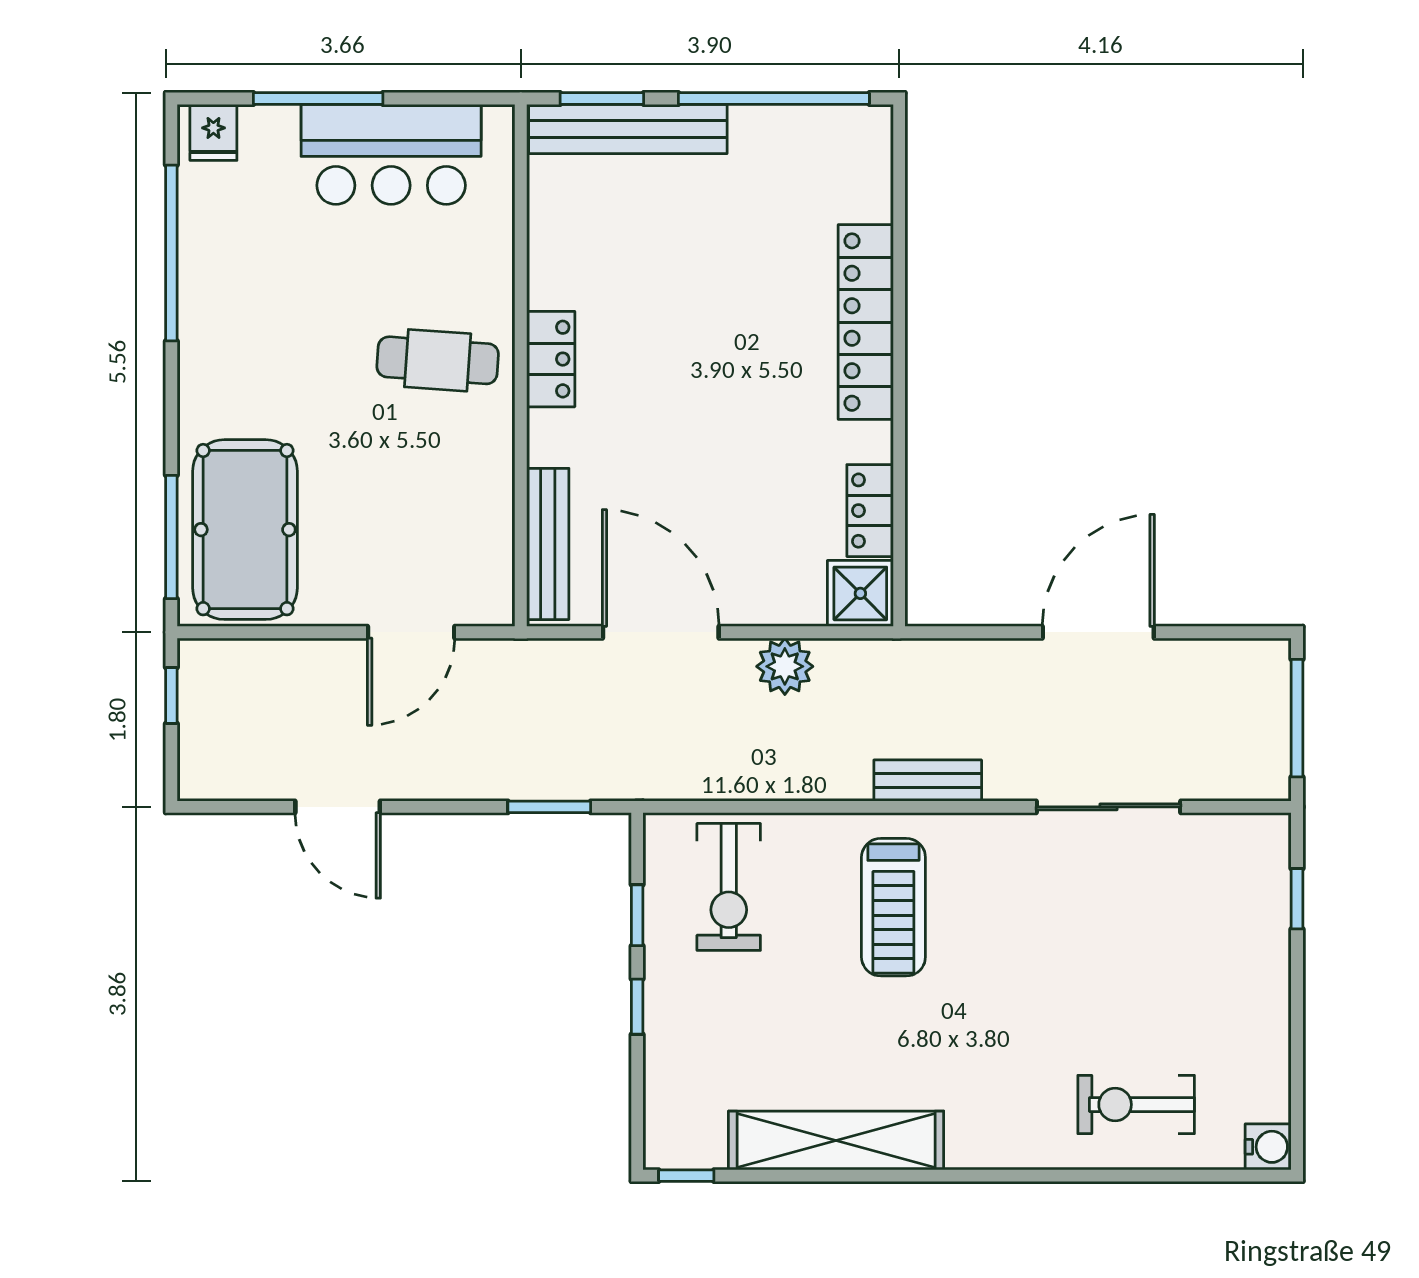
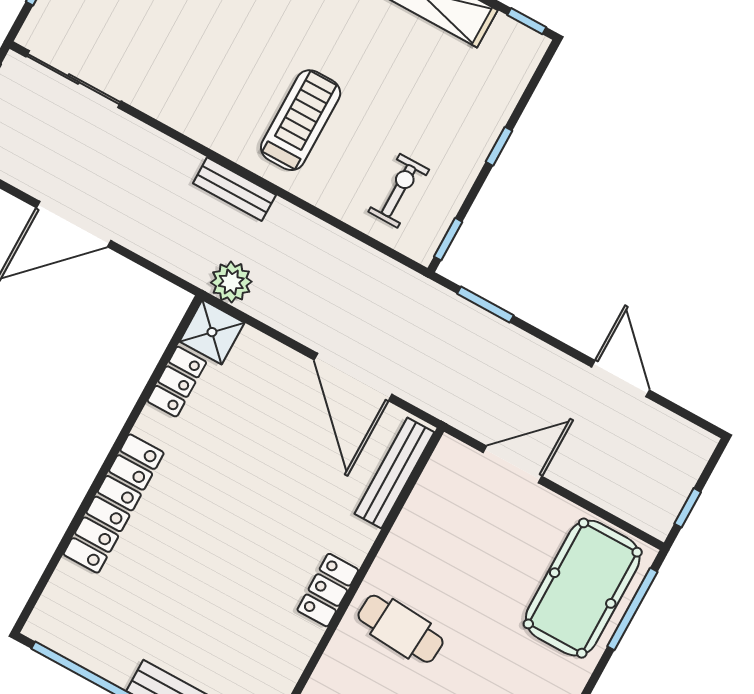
plant: (785, 666) -> (231, 282), moved
sliding door: (1108, 807) -> (73, 79), moved
exercise bike: (729, 887) -> (399, 191), width x0.73, depth x0.72
window: (637, 915) -> (448, 239), moved

